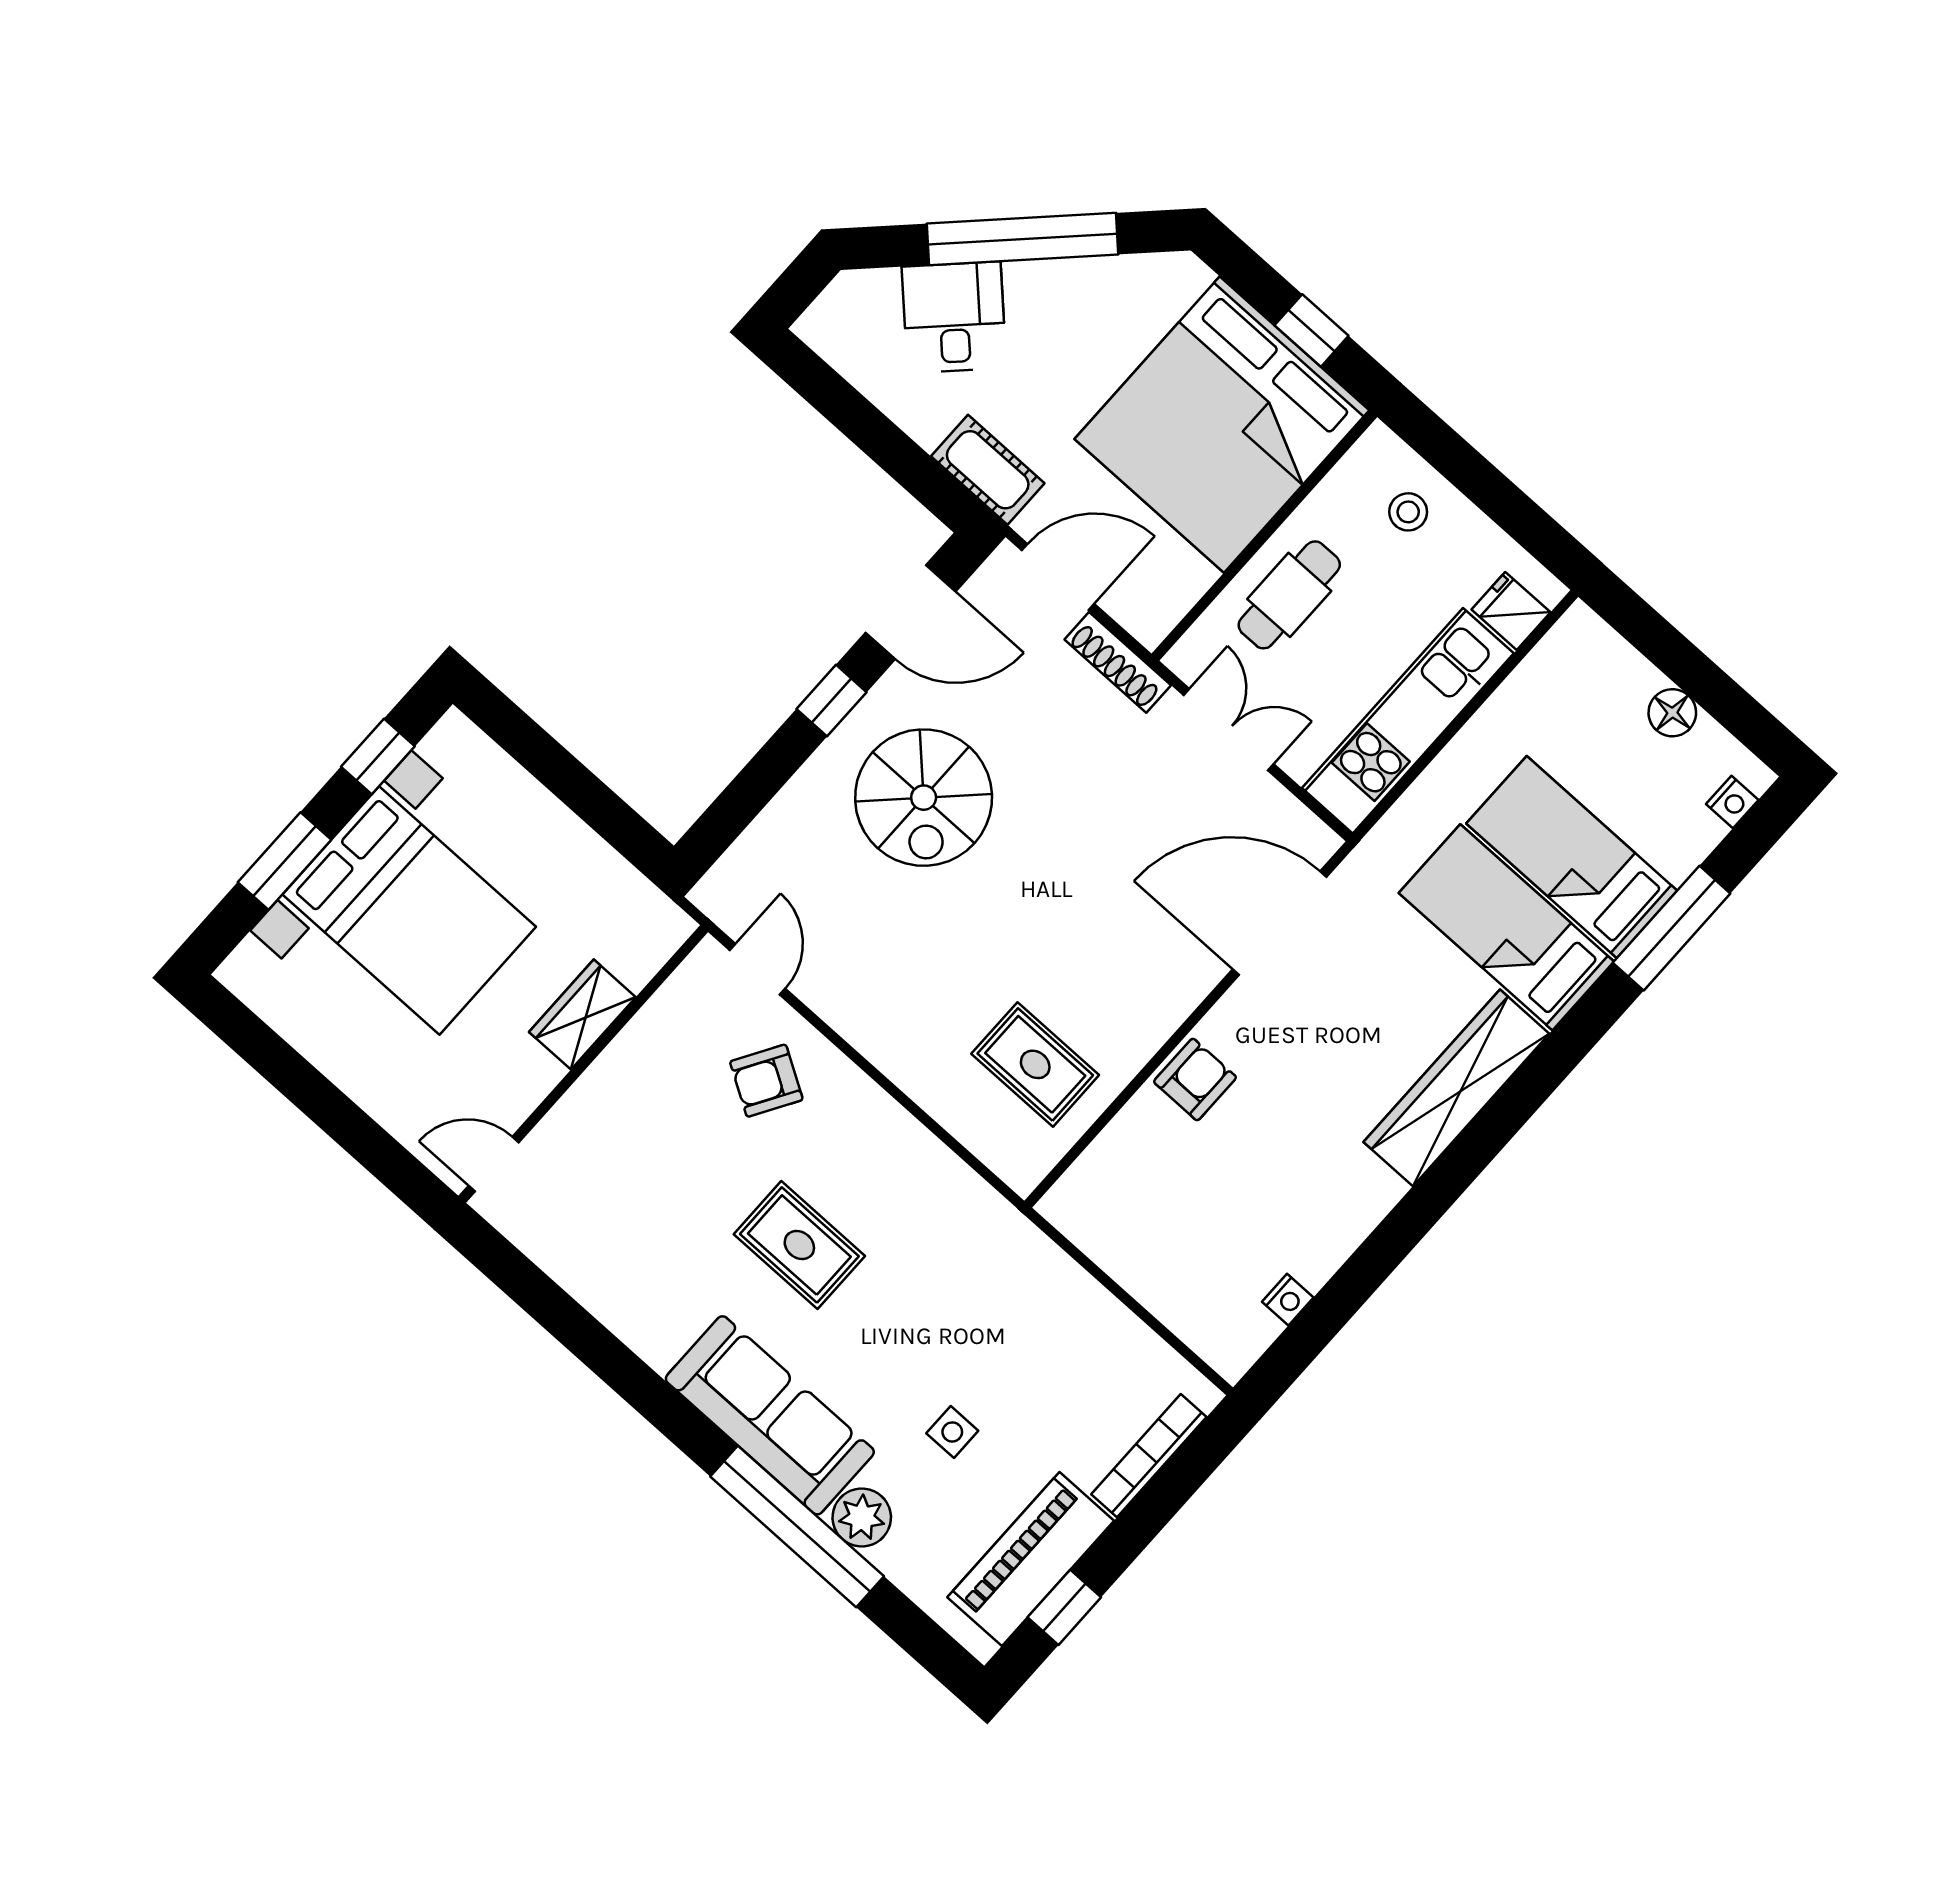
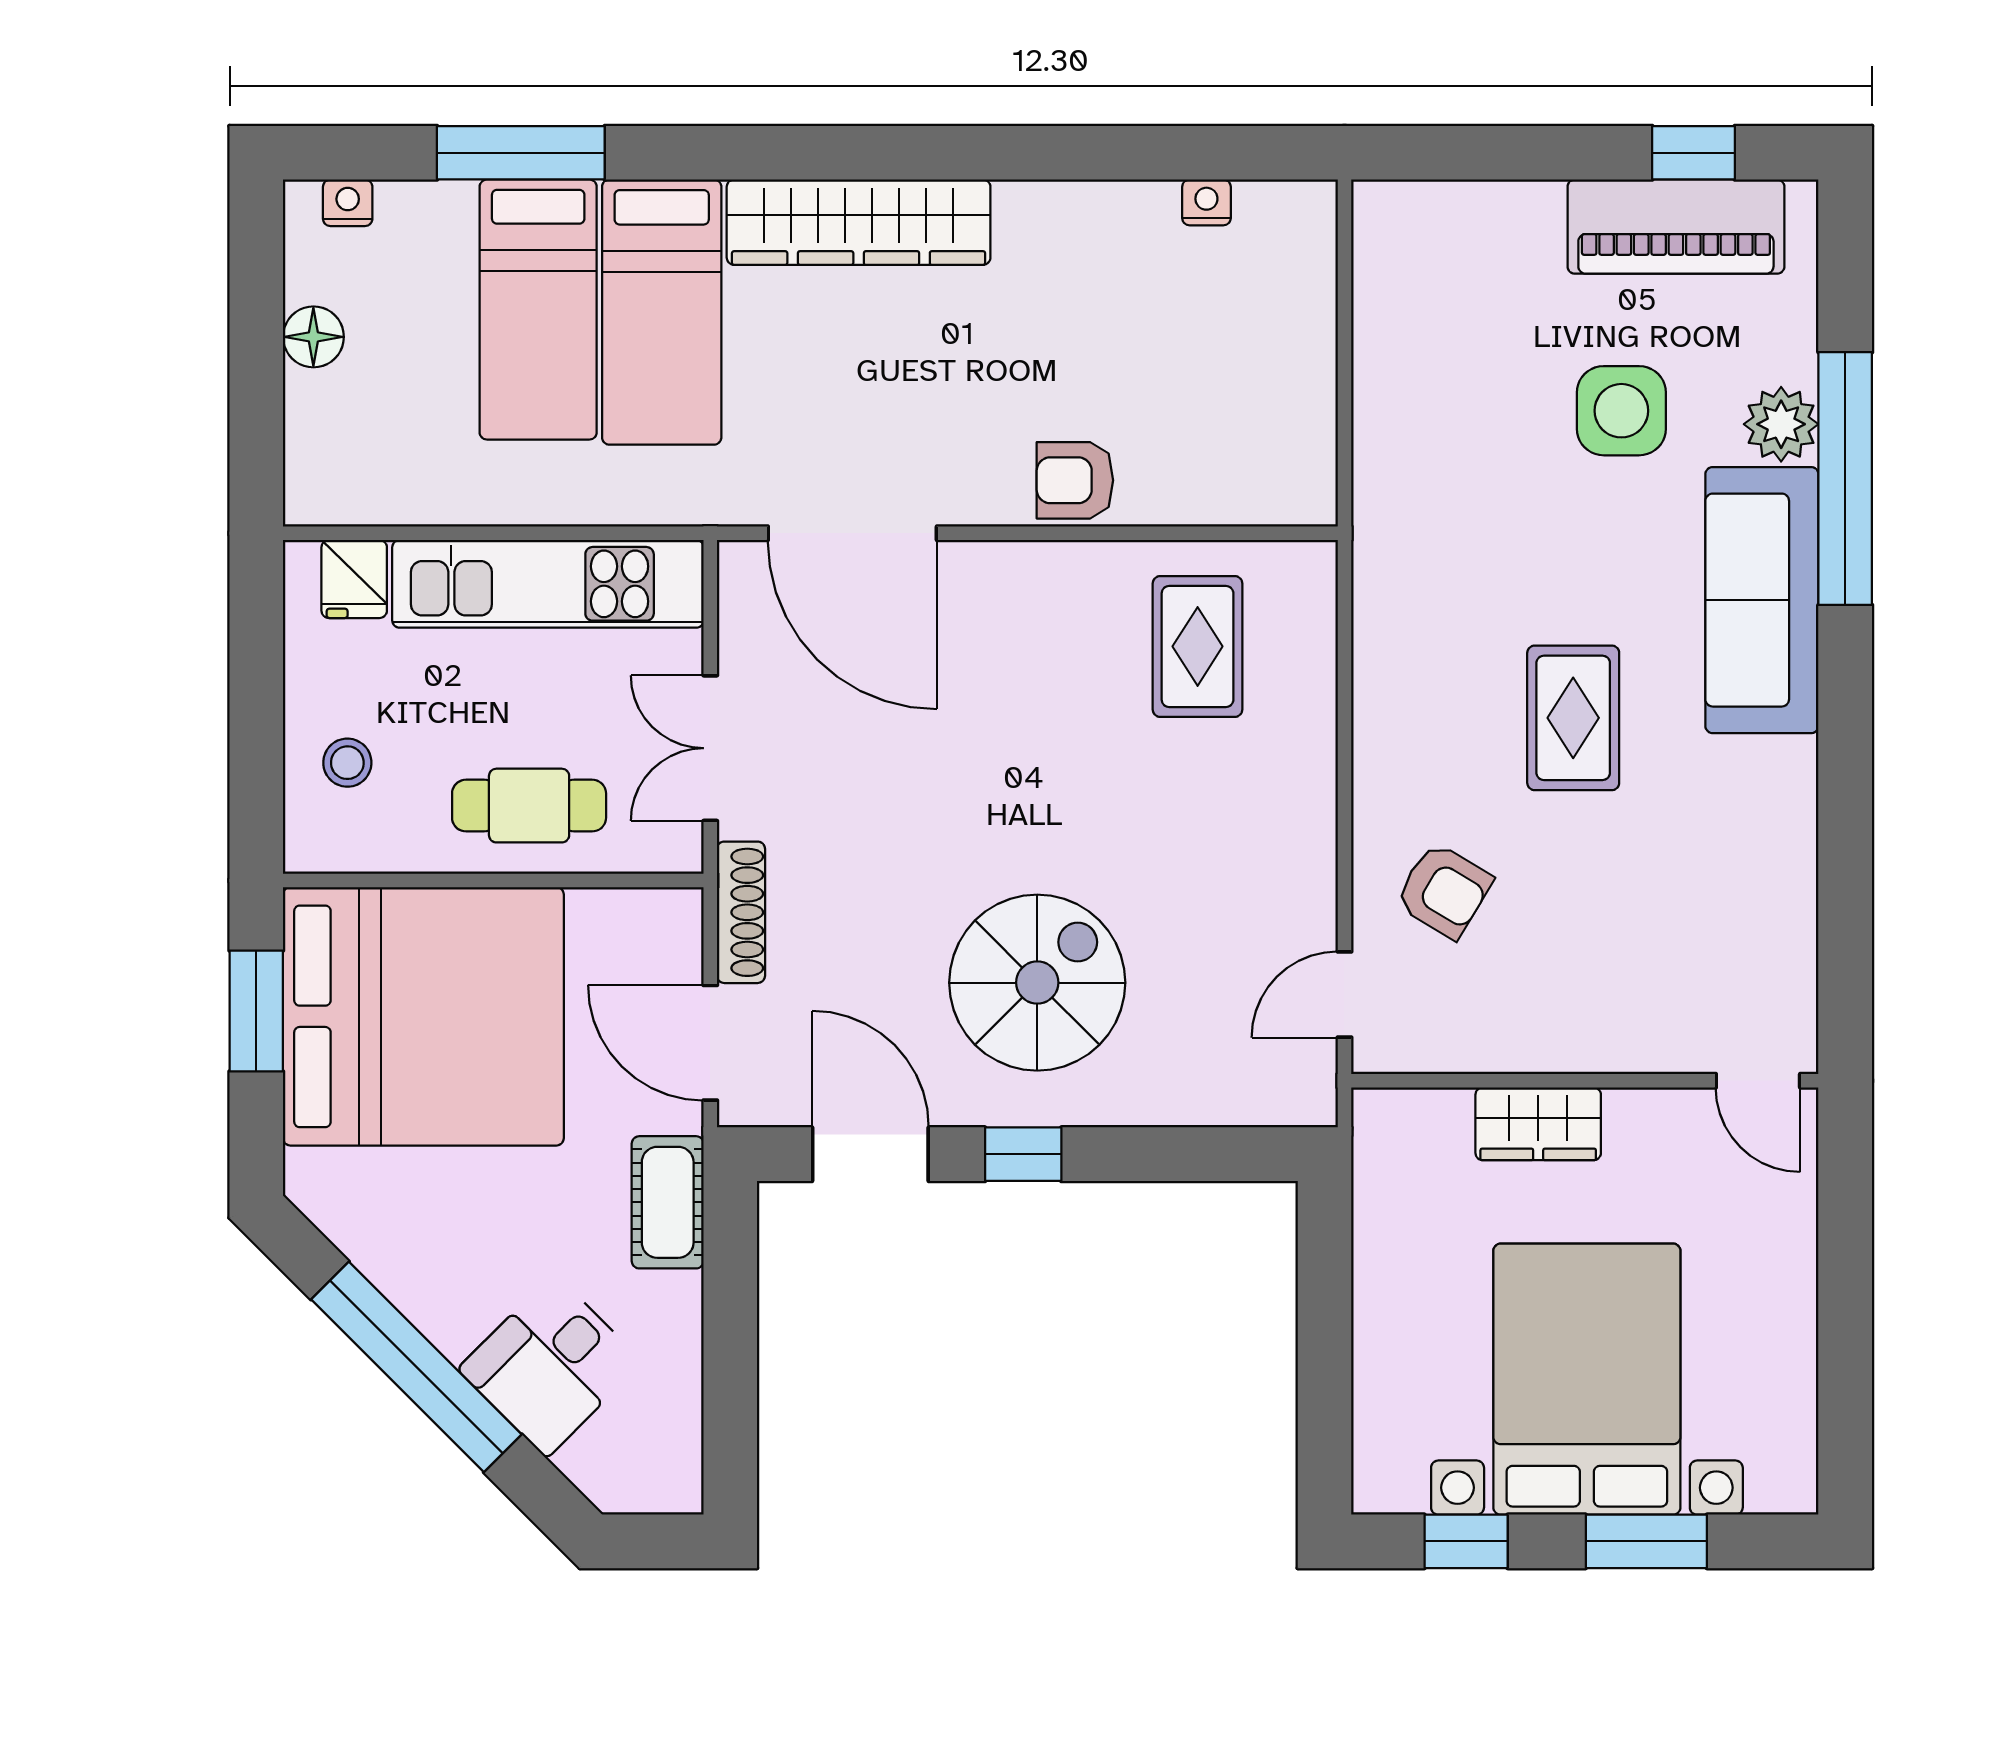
window: (1312, 331) -> (256, 1011), width x1.50
side table: (952, 1432) -> (1621, 411), width x1.87, depth x1.87
bookcase: (1149, 1456) -> (1475, 202), removed

